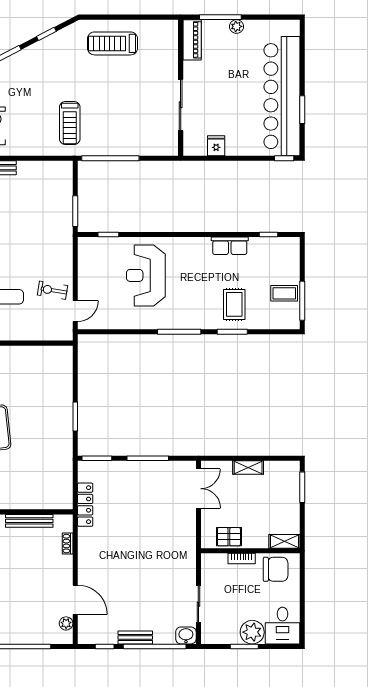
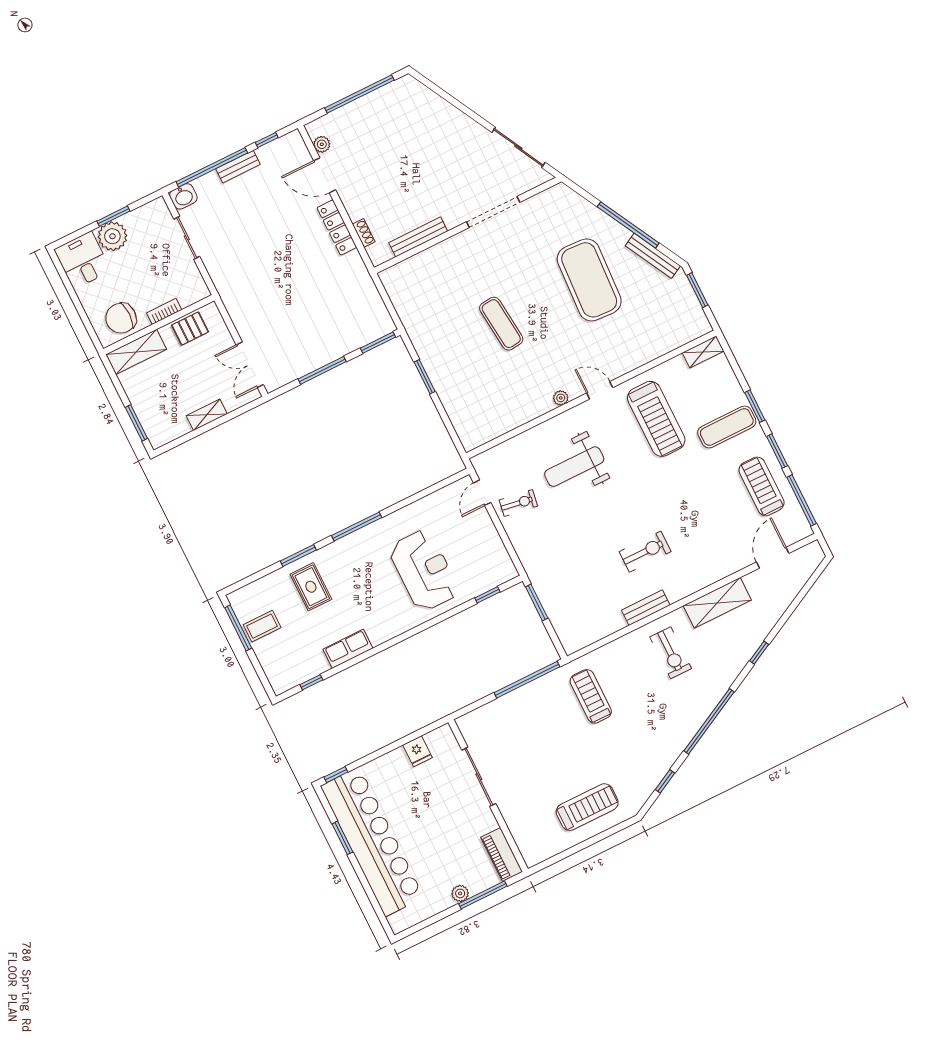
locker: (85, 505) -> (337, 228), moved
shelving: (284, 541) -> (136, 352), width x1.50, depth x1.33

